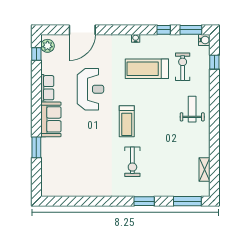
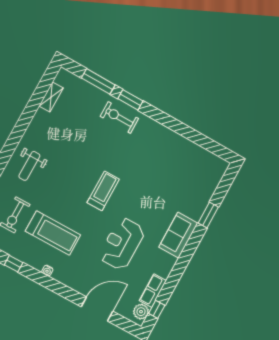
row of seats: (47, 88) -> (153, 291), moved
exercise bike: (132, 162) -> (119, 117), moved, turned -90
window: (187, 201) -> (98, 81), moved

